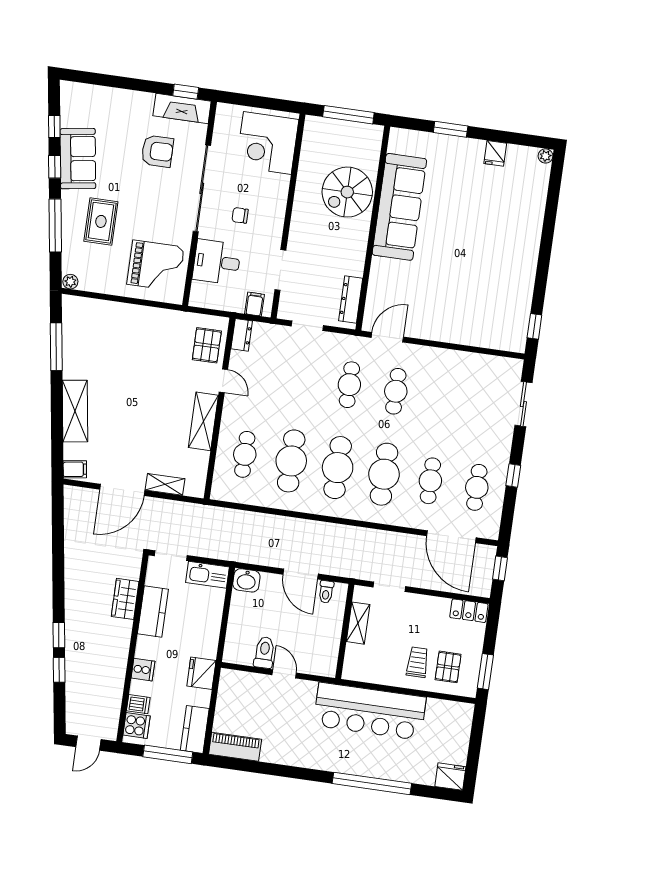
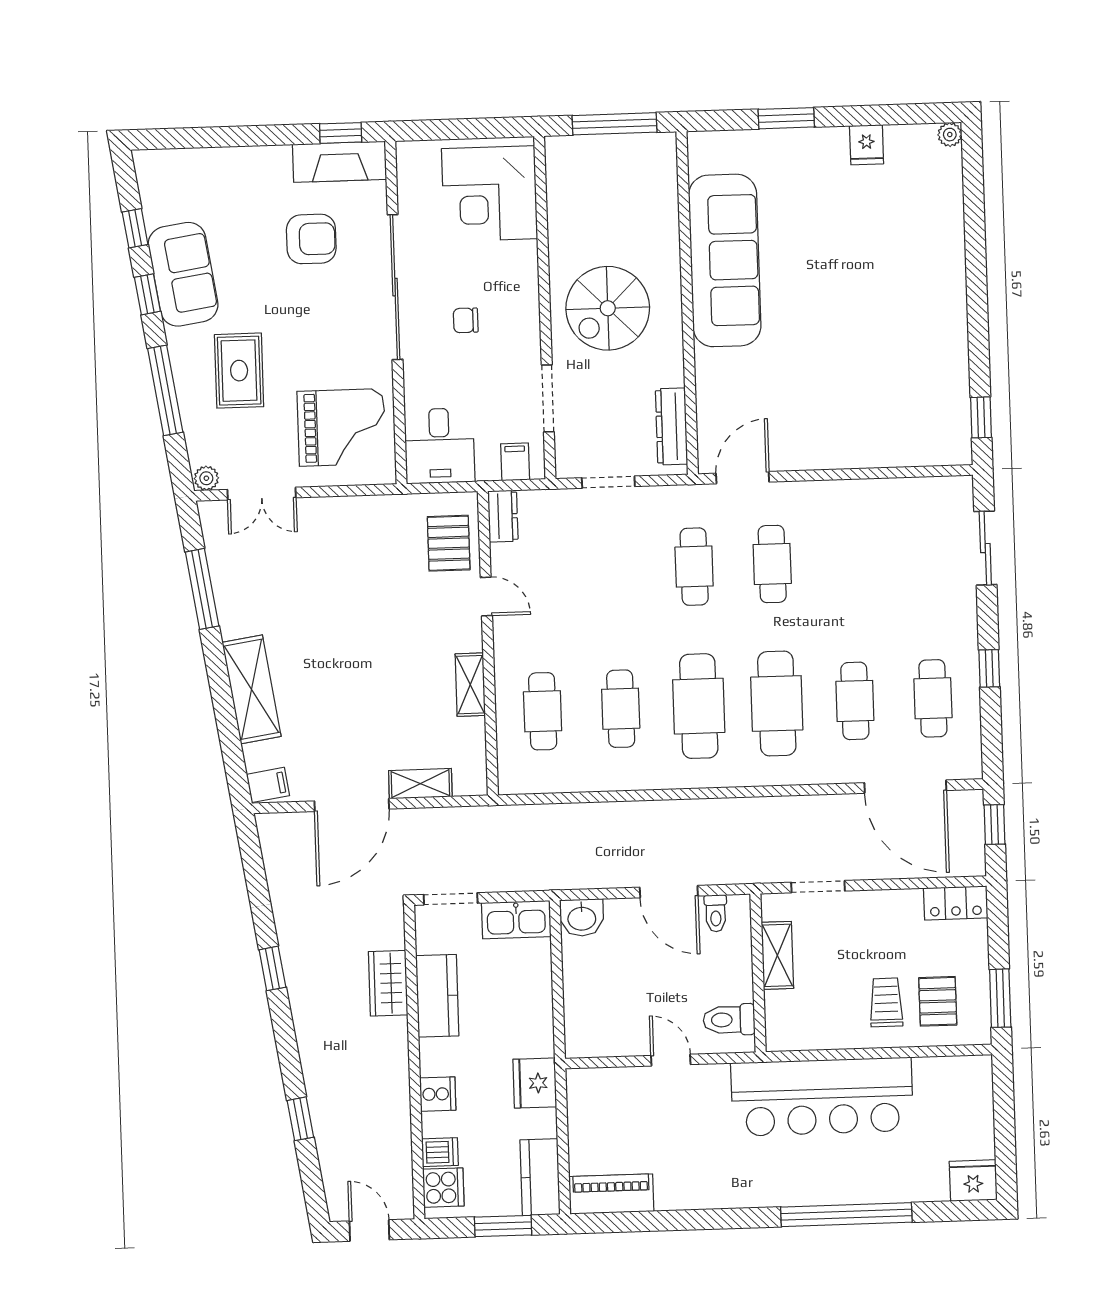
spiral stairs: (347, 192) -> (608, 308), moved
desk: (217, 262) -> (440, 446), moved, turned -90
double door: (101, 296) -> (262, 494), added
shelving: (203, 421) -> (470, 685), width x0.67, depth x0.75
cafe table: (291, 461) -> (621, 709), width x0.73, depth x0.74
window: (59, 635) -> (272, 968), moved
toilet: (264, 652) -> (729, 1020), moved, turned -90
door: (88, 743) -> (369, 1230), swing flipped
window: (168, 754) -> (503, 1226), width x0.69

